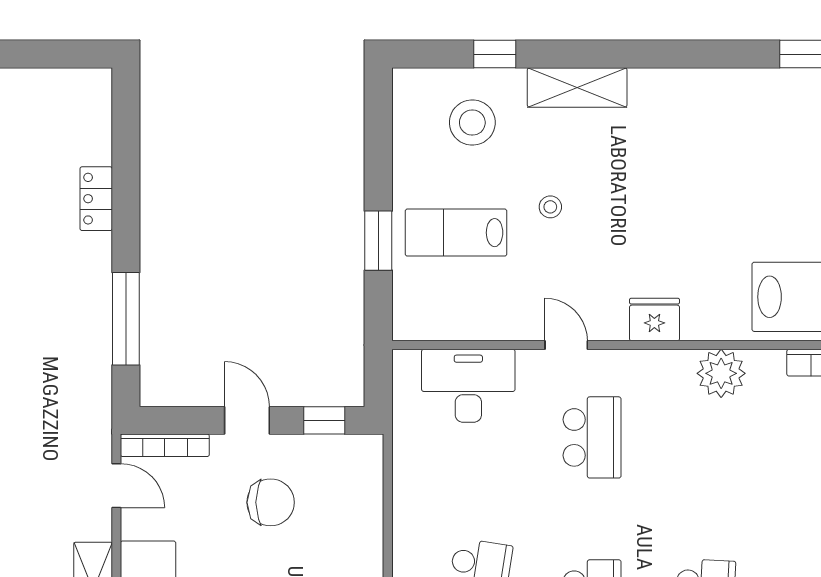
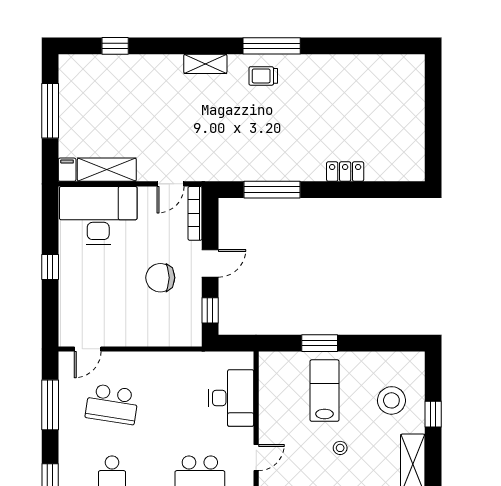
chair: (271, 502) -> (160, 278), turned 90

